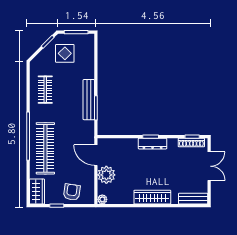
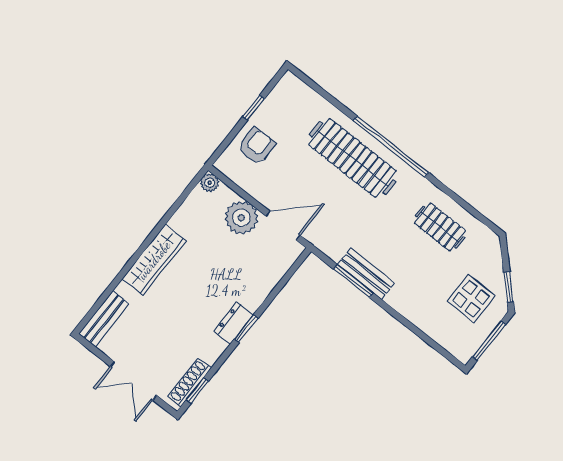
bench: (89, 100) -> (366, 274), width x0.73
dresser: (153, 144) -> (234, 323), width x0.70
wardrobe: (37, 191) -> (298, 95), removed
armchair: (72, 192) -> (256, 146), turned -98

